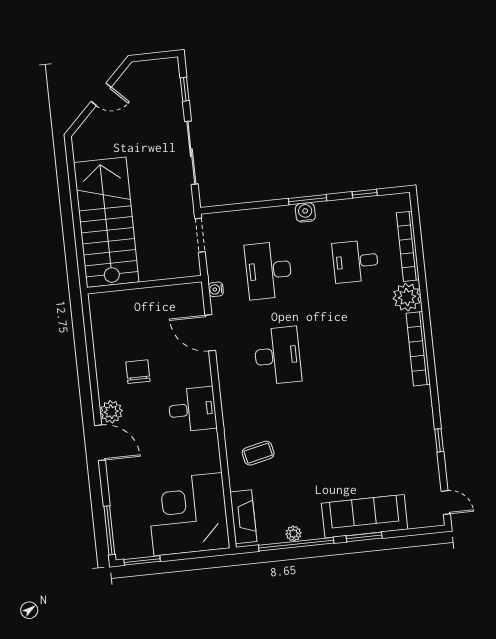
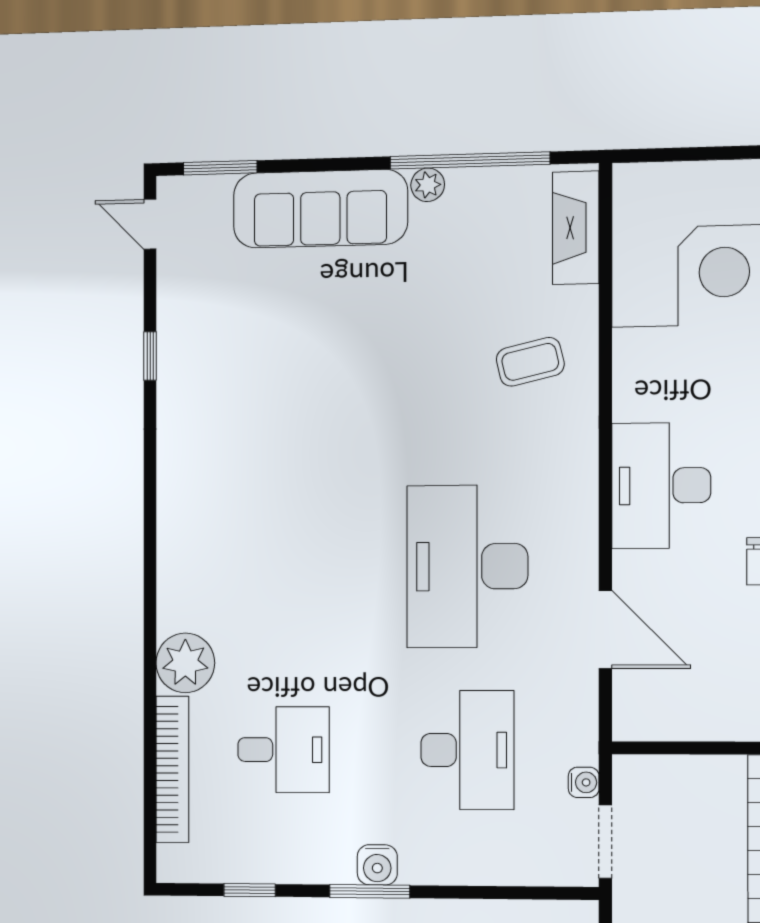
water cooler: (216, 289) -> (584, 782), moved
bookcase: (418, 349) -> (173, 552), removed
desk: (278, 356) -> (467, 566), width x1.36, depth x1.30
desk: (192, 409) -> (661, 486), width x1.37
plant: (294, 534) -> (428, 185), moved
window: (364, 537) -> (220, 168), moved

